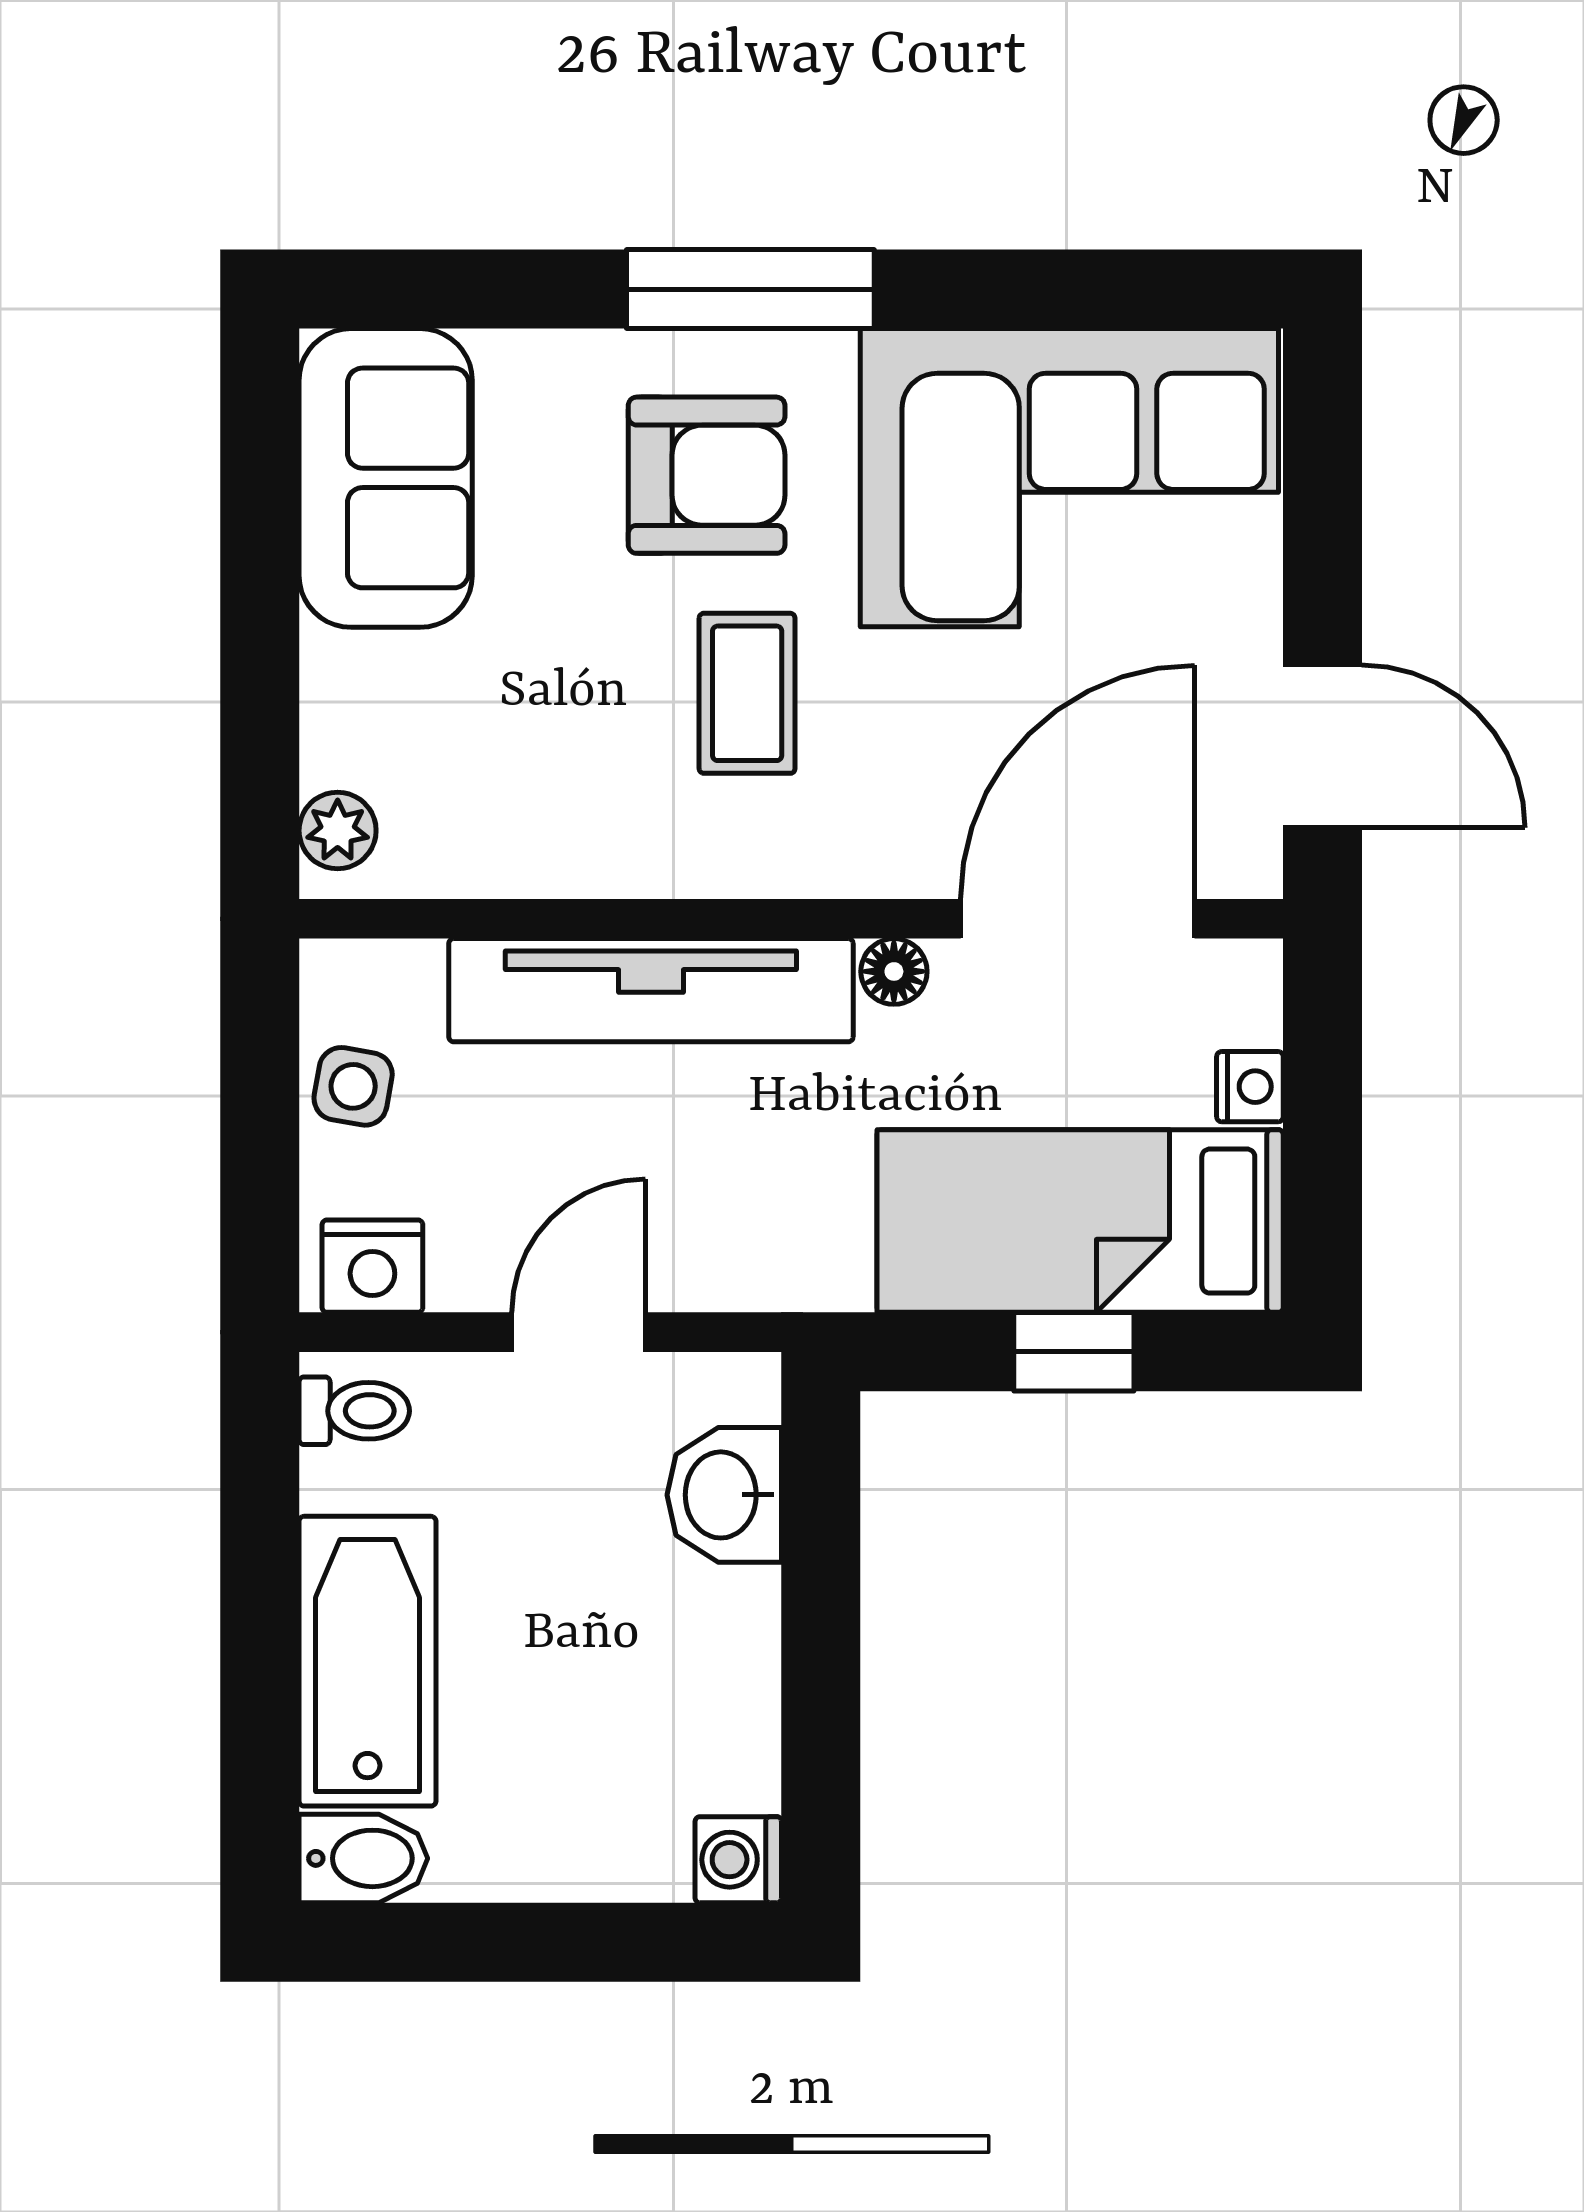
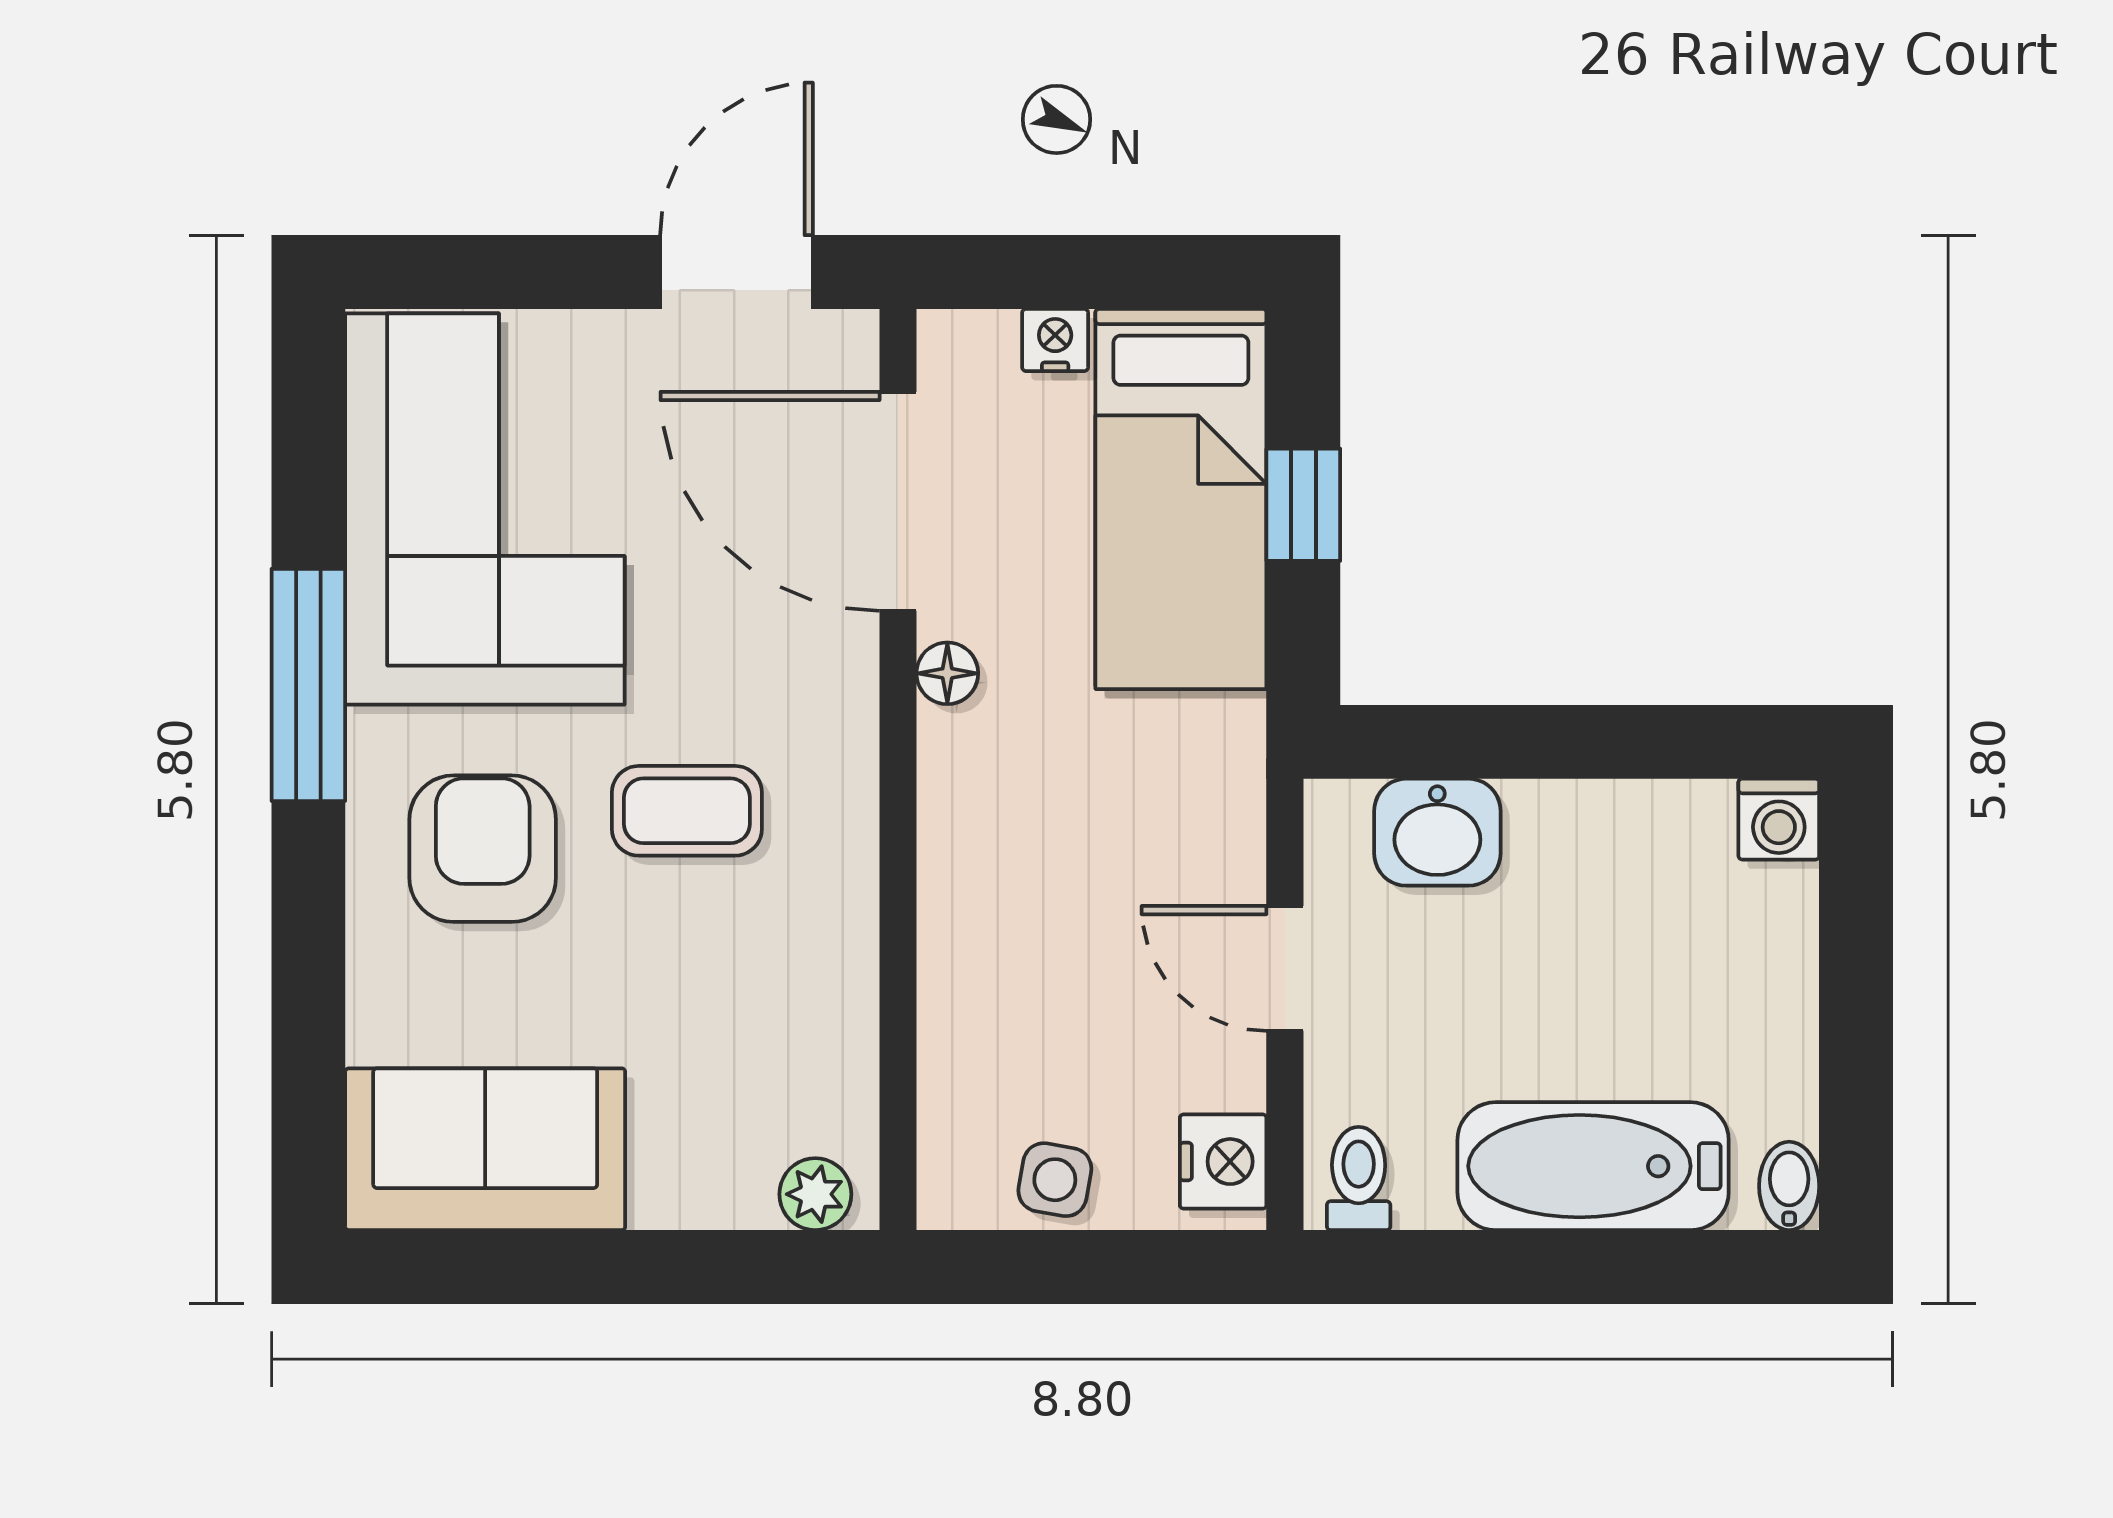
window: (750, 289) -> (308, 685), moved
tv unit: (651, 990) -> (965, 901), removed
bidet: (363, 1858) -> (1789, 1186), width x0.72, depth x0.74

